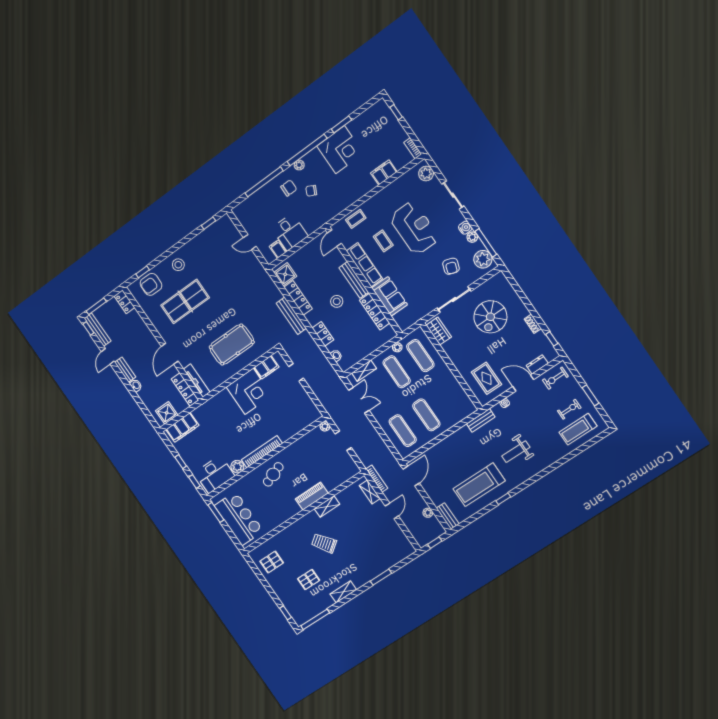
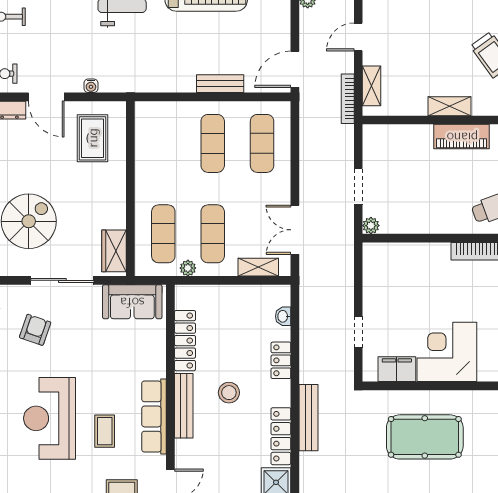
sofa: (390, 296) -> (132, 302), moved, turned -90
bench: (481, 420) -> (220, 84), moved

